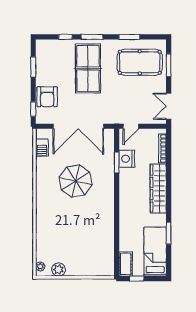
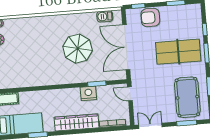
nightstand: (127, 159) -> (88, 93), moved

